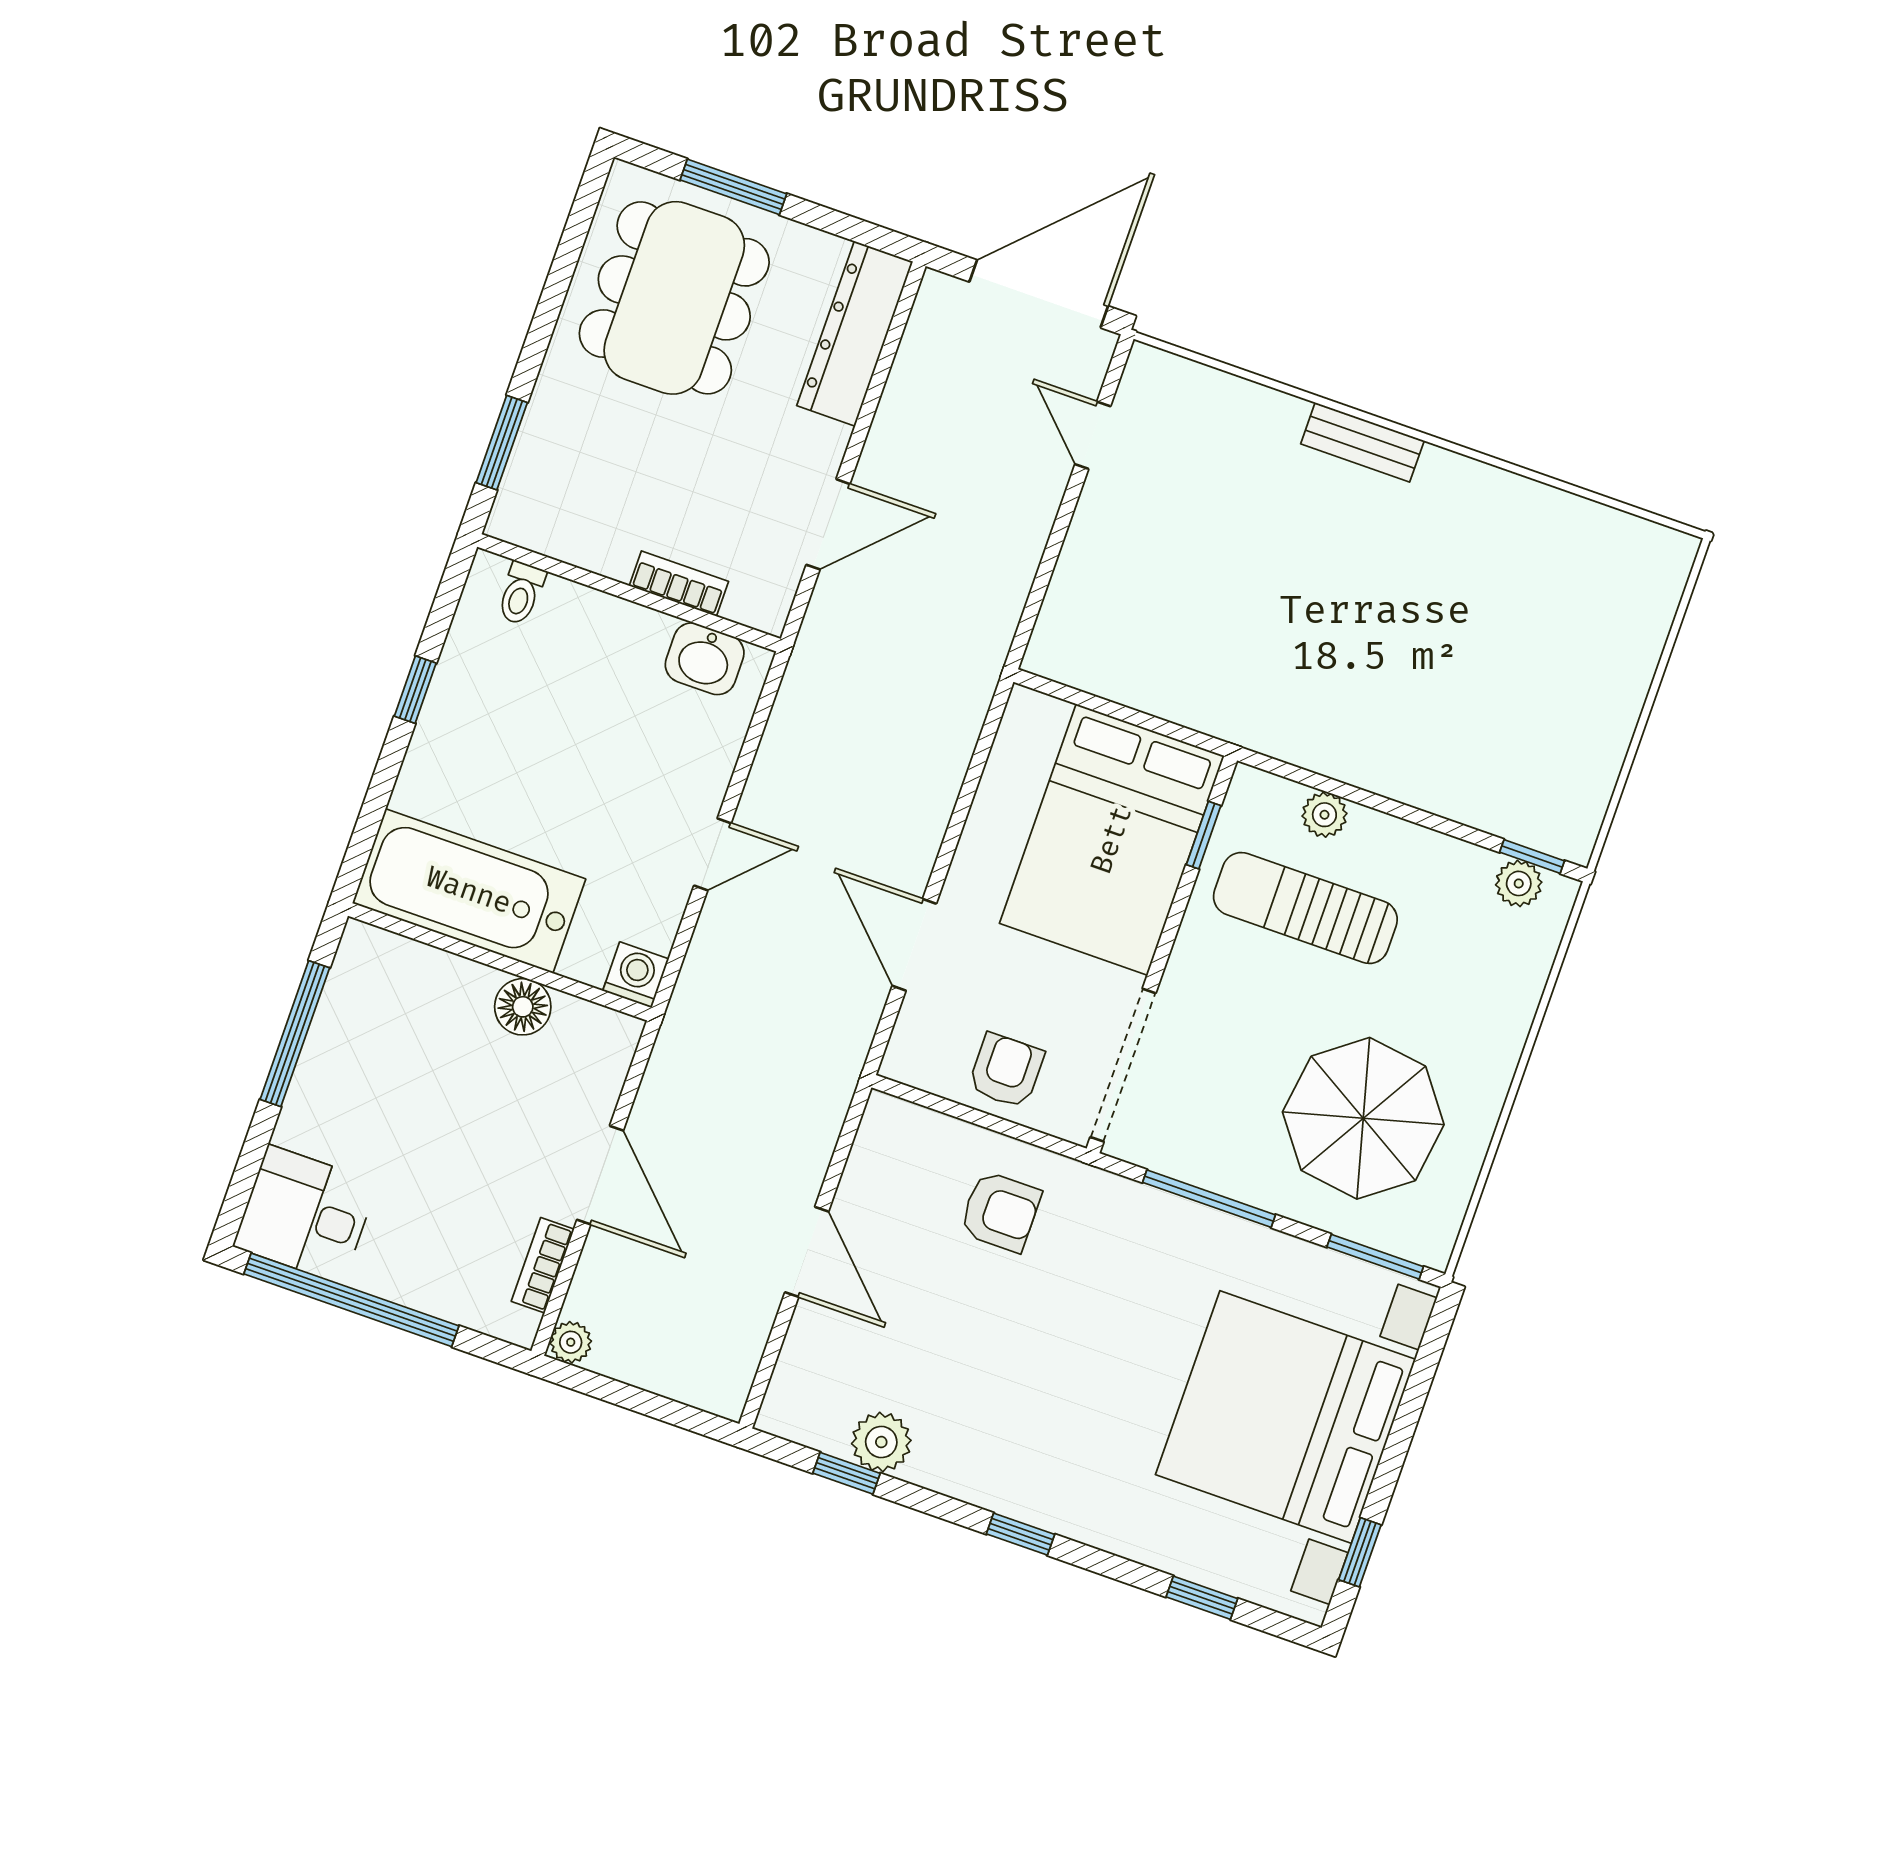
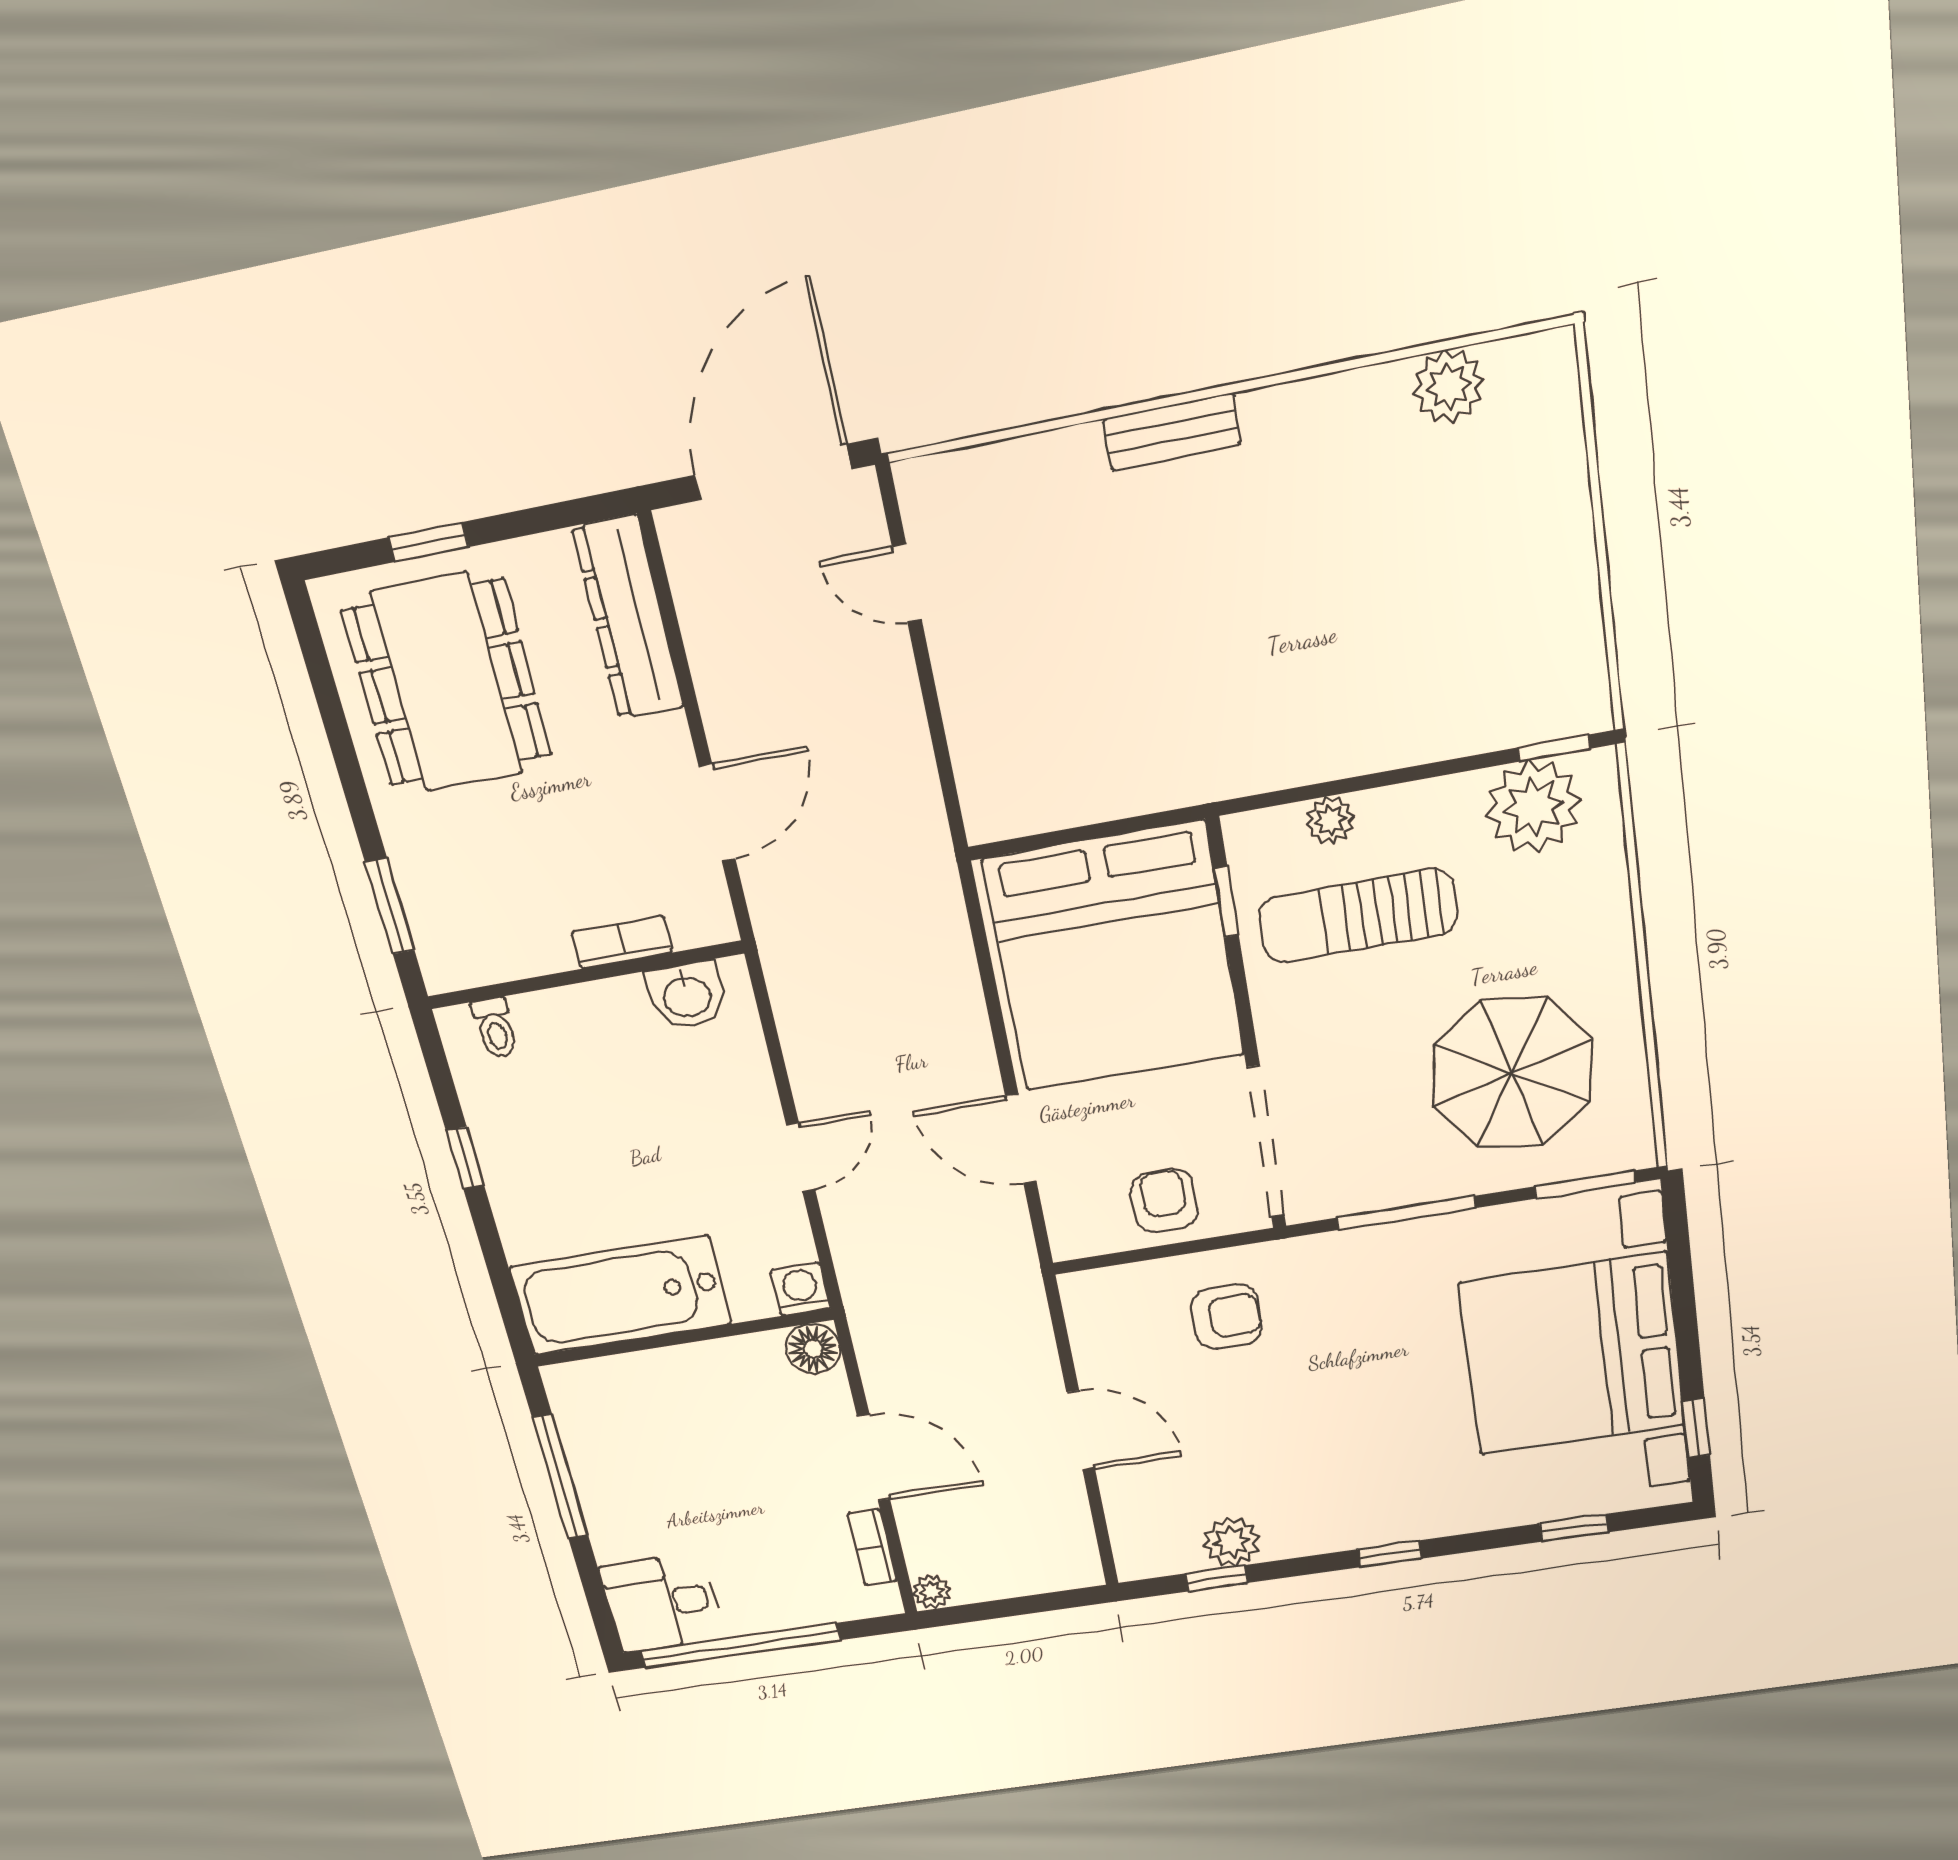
window: (733, 187) -> (429, 542), width x0.67
plant: (1588, 530) -> (1448, 387), added
bed: (1112, 840) -> (1114, 958), width x1.36
plant: (1519, 883) -> (1534, 807), width x1.87, depth x1.87
floor lamp: (523, 1007) -> (813, 1349), moved

